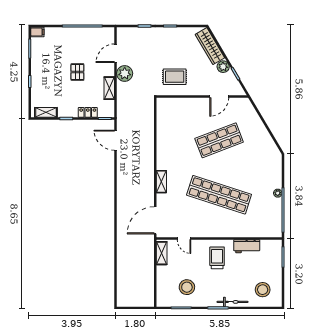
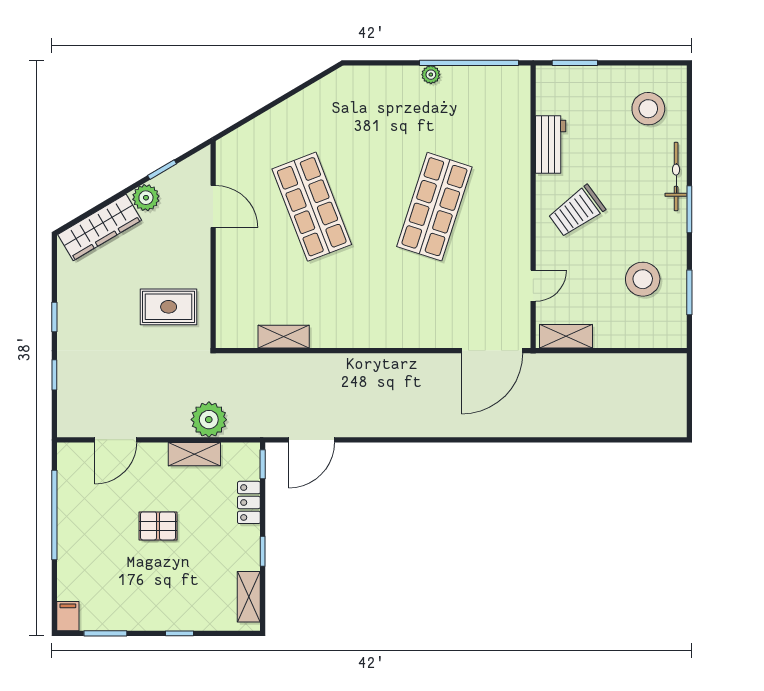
door: (116, 53) -> (116, 440), hinge flipped
plant: (125, 73) -> (209, 420), moved
rug: (175, 77) -> (169, 307), turned 90
shelving: (161, 182) -> (284, 337), moved
shop shelf: (219, 195) -> (434, 207), width x0.71
door: (155, 220) -> (492, 351), hinge flipped
trolley: (217, 258) -> (577, 211), turned -36

